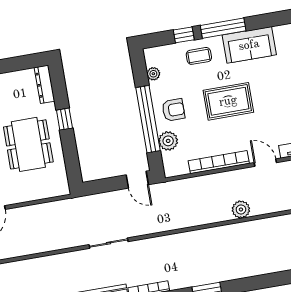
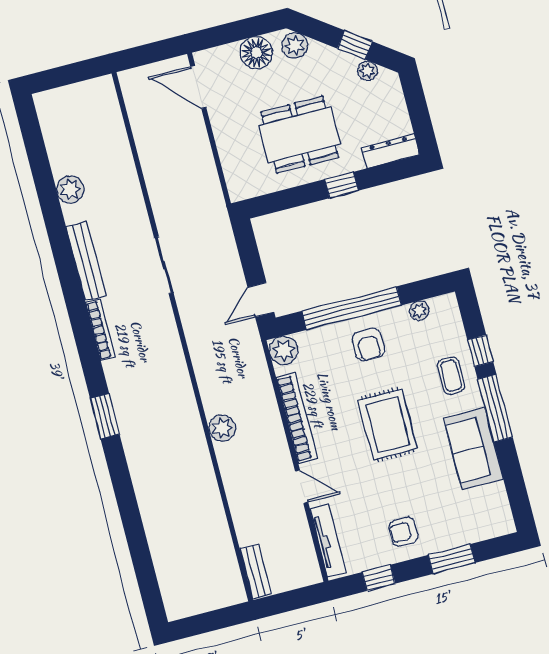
plant: (168, 141) -> (284, 350), moved
door: (265, 163) -> (302, 487), hinge flipped
plant: (241, 209) -> (222, 428), moved

